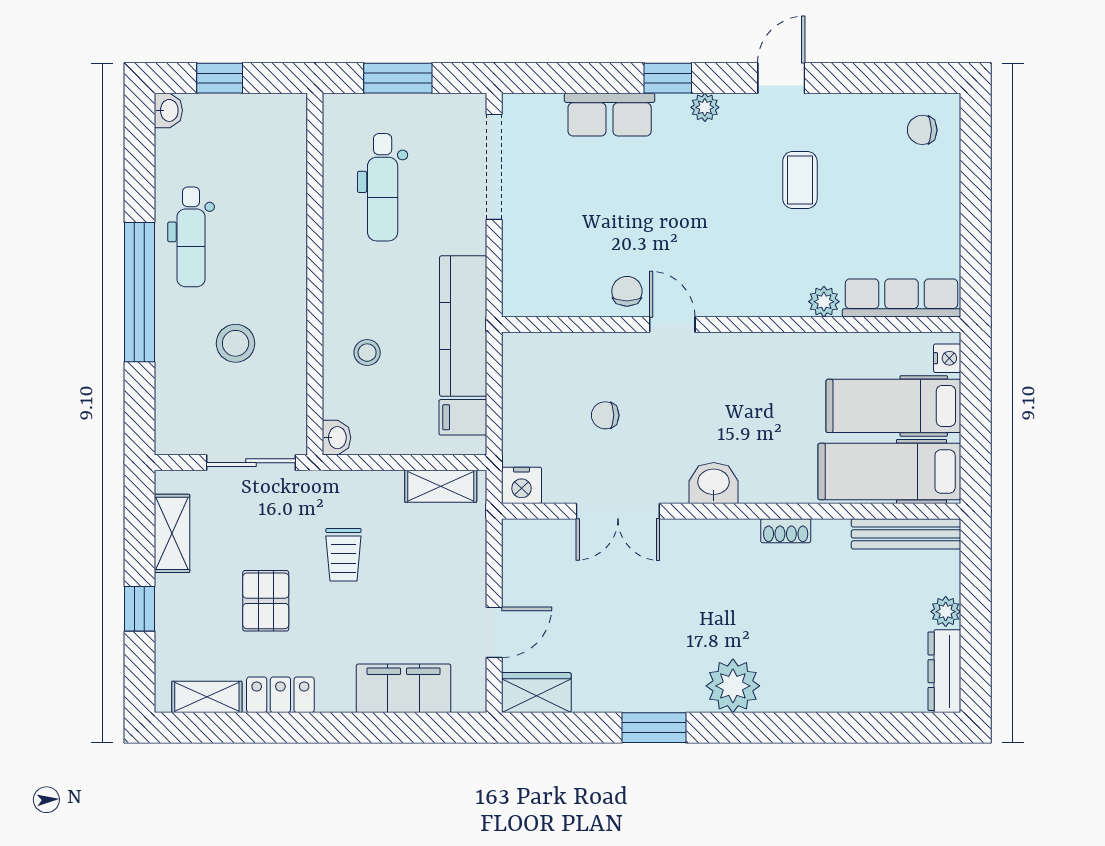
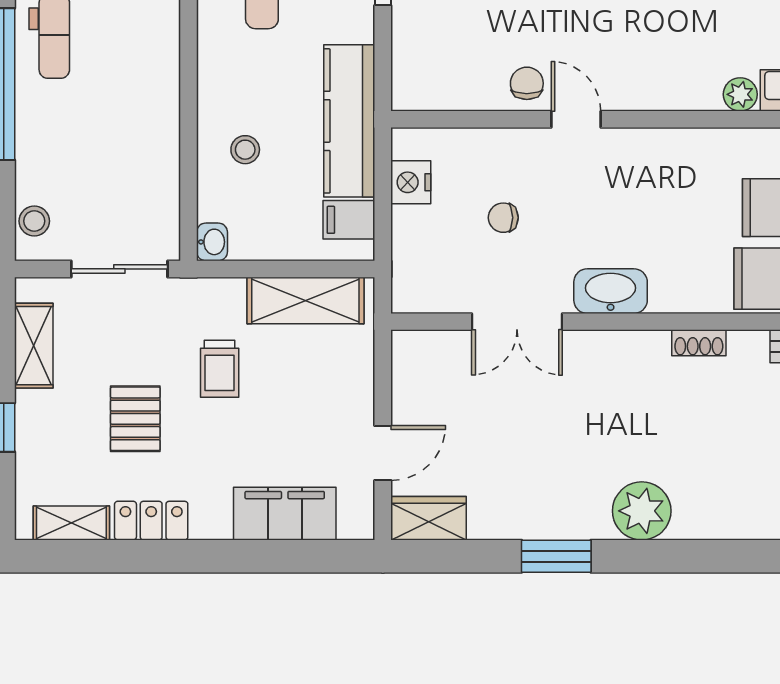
stool: (236, 343) -> (34, 221), moved, width x0.73, depth x0.73
washbasin: (714, 483) -> (611, 291), width x1.38
nightstand: (521, 485) -> (411, 182), moved, turned 90
shelving: (441, 486) -> (305, 300), width x1.50, depth x1.33

